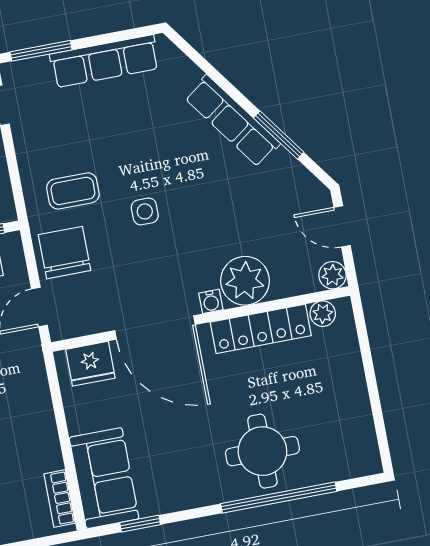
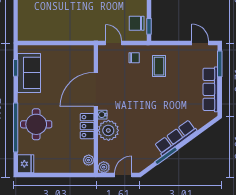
side table: (145, 211) -> (145, 94), removed
chair: (65, 253) -> (134, 58), width x0.54, depth x0.54
locker: (261, 329) -> (87, 126), width x0.66
fridge: (90, 364) -> (26, 164), moved, turned 180
sofa: (104, 478) -> (29, 73), moved, turned -90
bookcase: (60, 498) -> (32, 36), removed

